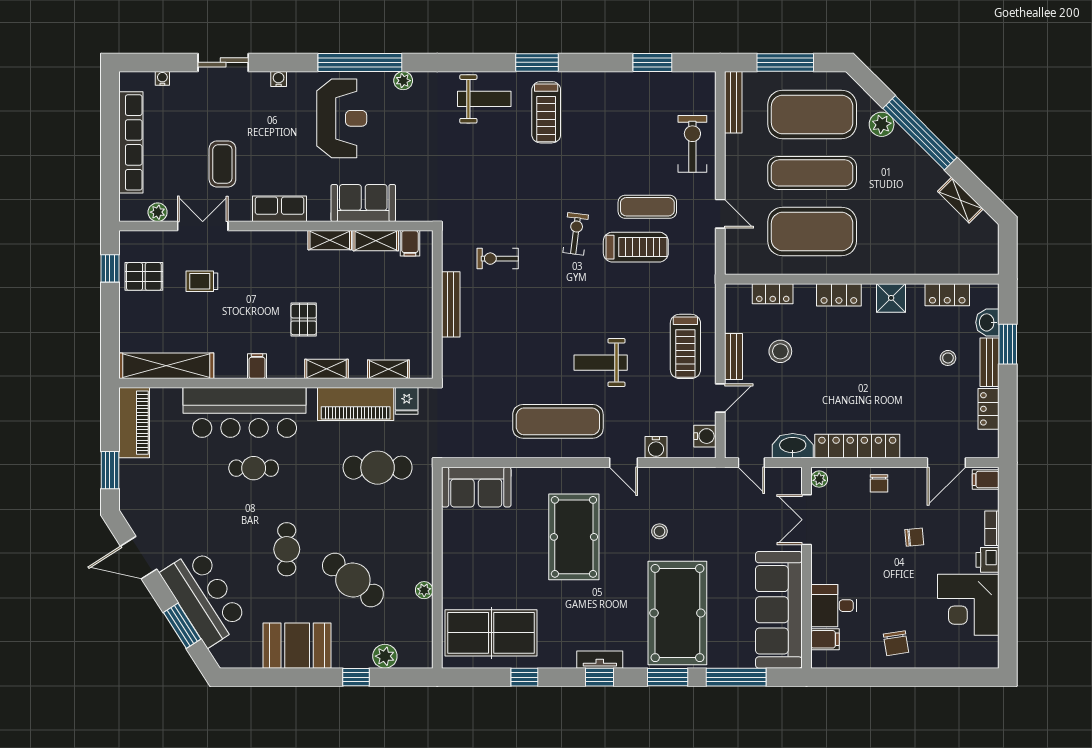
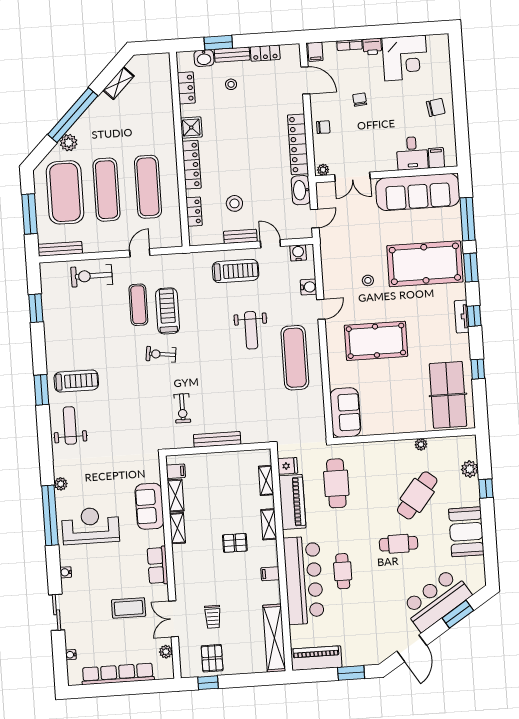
exercise mat: (812, 231) -> (148, 187), width x0.68
locker: (839, 295) -> (192, 165), width x1.53

